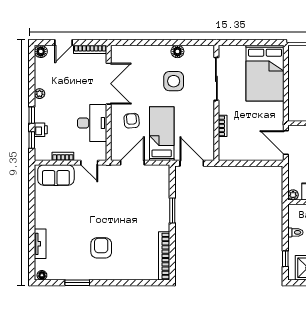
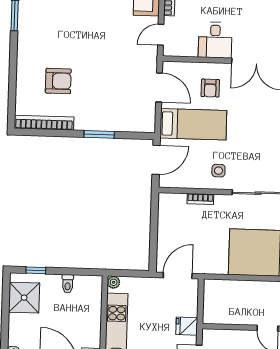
side table: (174, 81) -> (218, 171), moved, width x0.54, depth x0.54
armchair: (132, 121) -> (210, 88), turned 95
desk: (92, 123) -> (215, 40), width x0.73
armchair: (101, 248) -> (58, 81), moved

